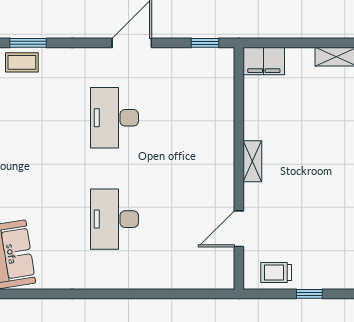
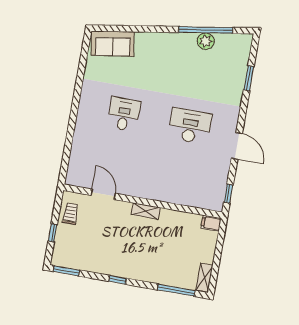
filing cabinet: (264, 61) -> (211, 223), width x0.50
coffee table: (22, 62) -> (237, 72), removed
desk: (114, 219) -> (124, 114), width x0.73

